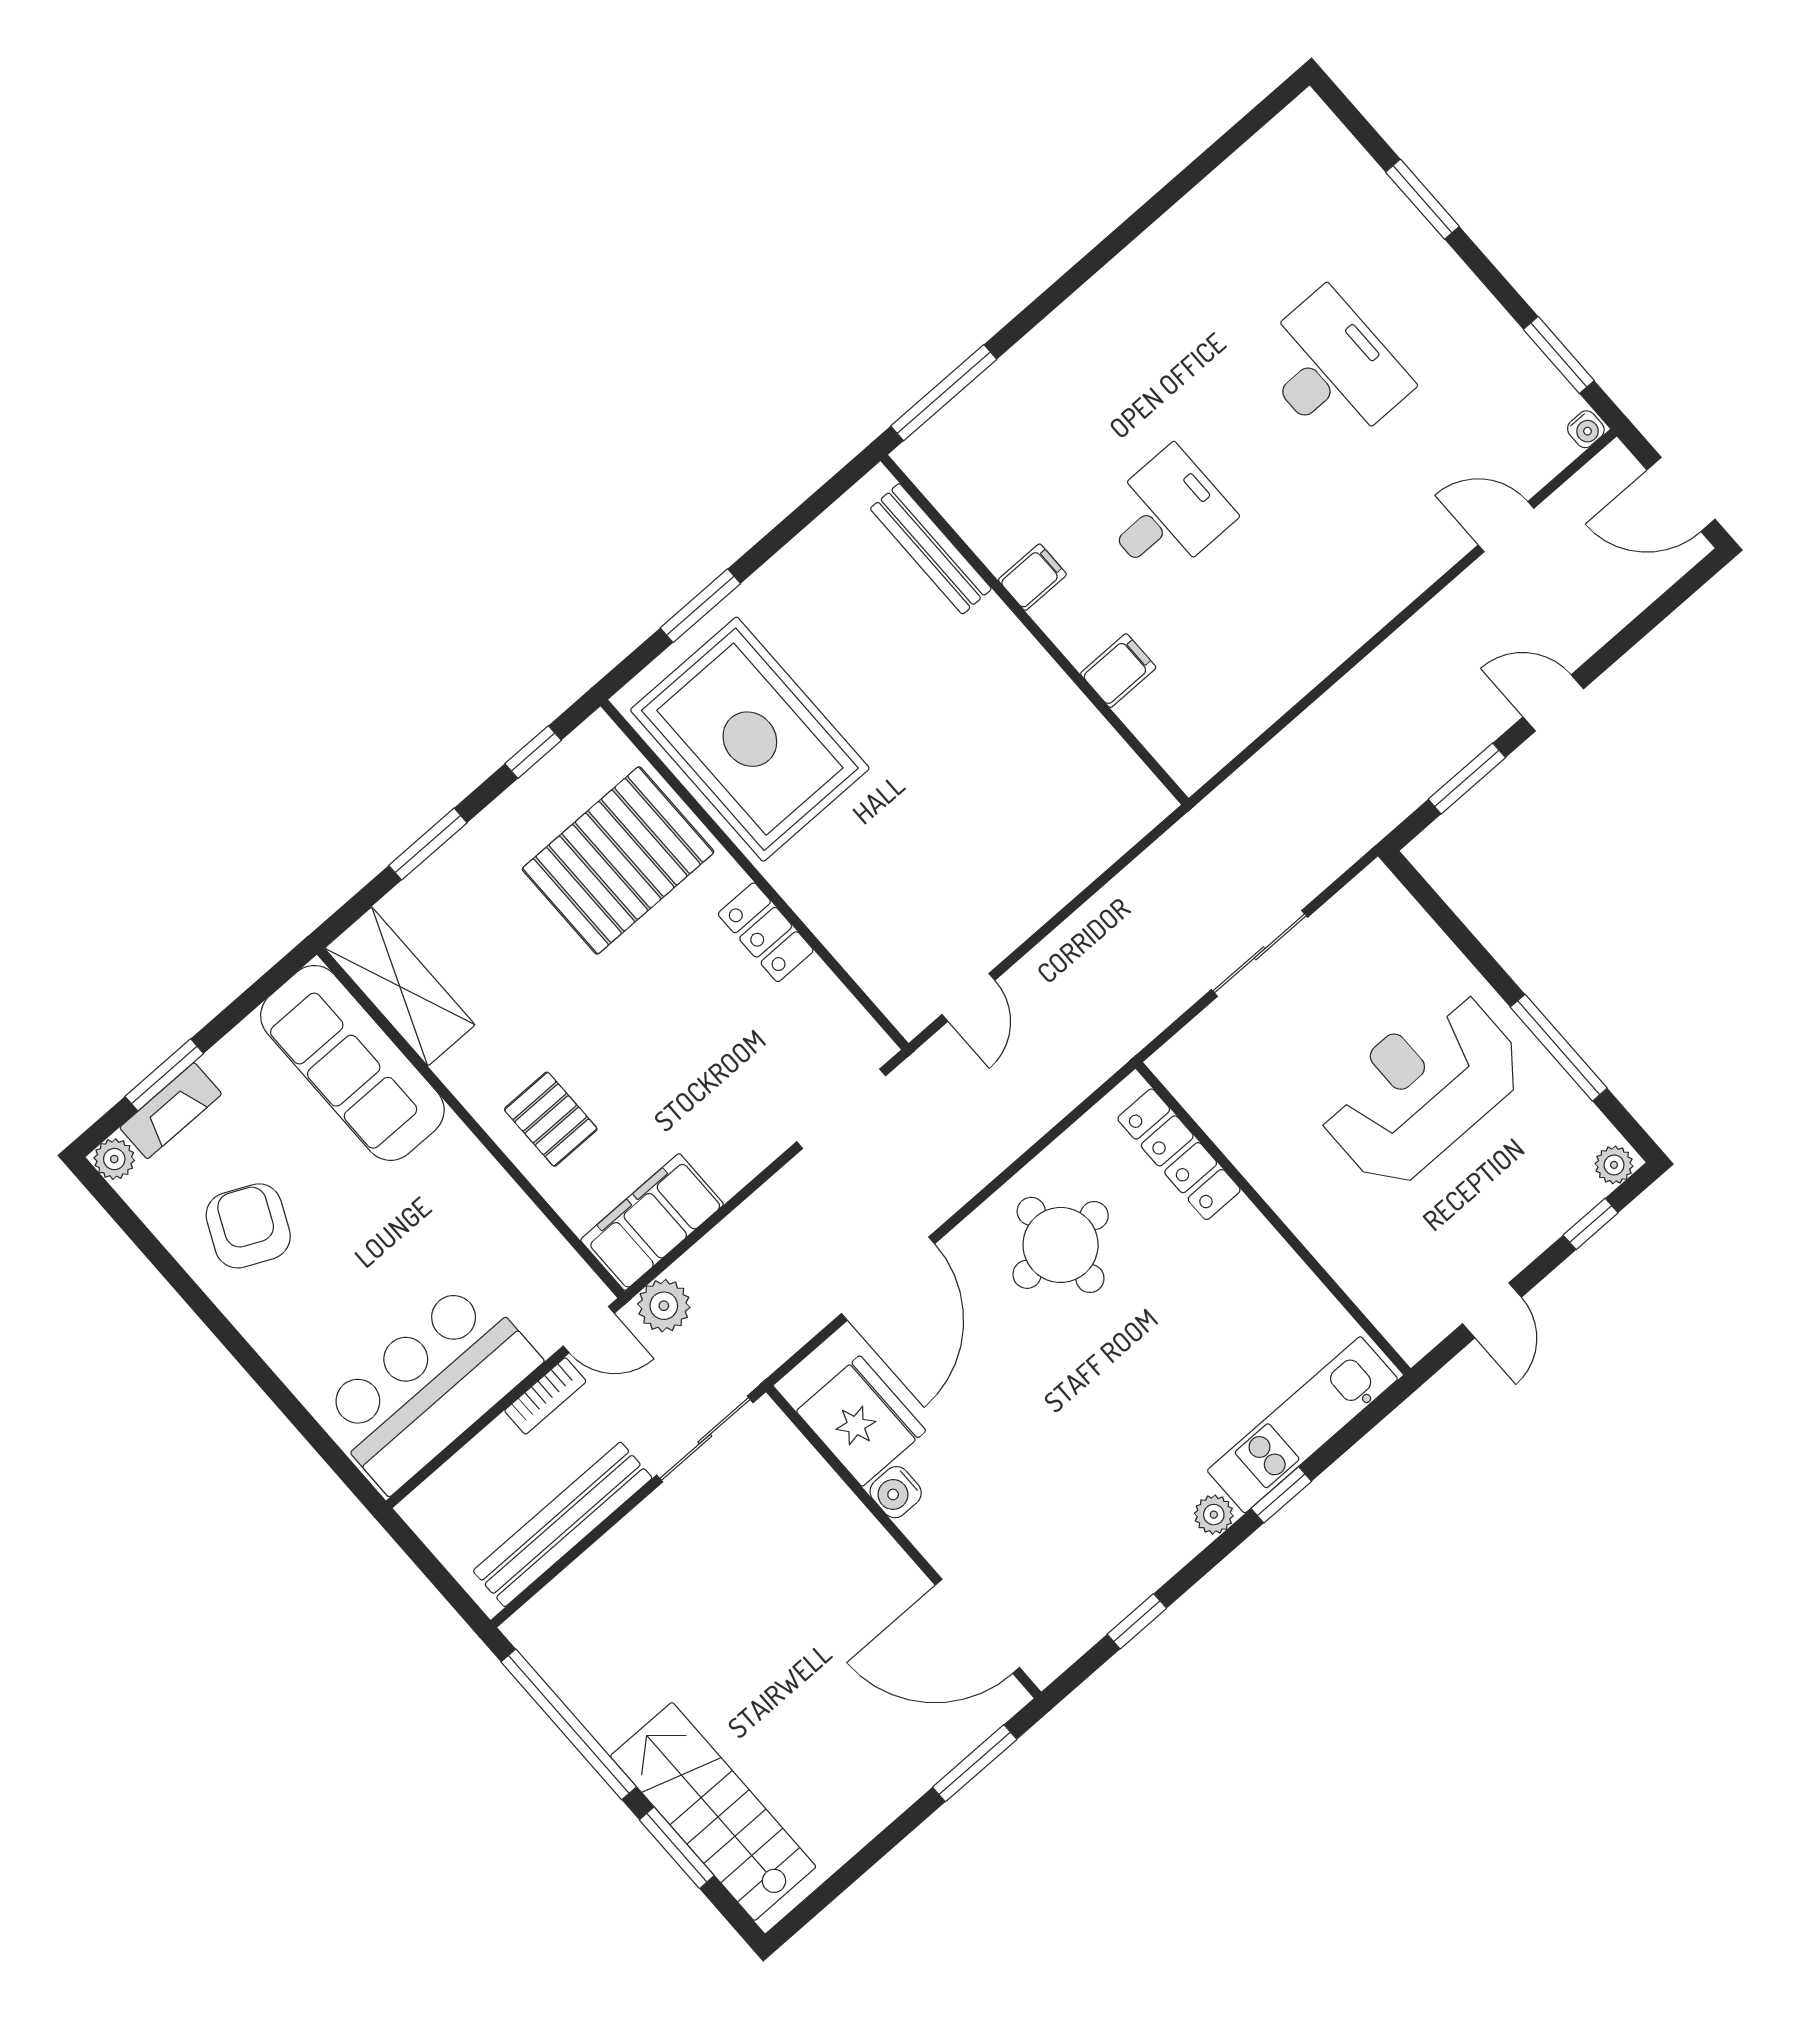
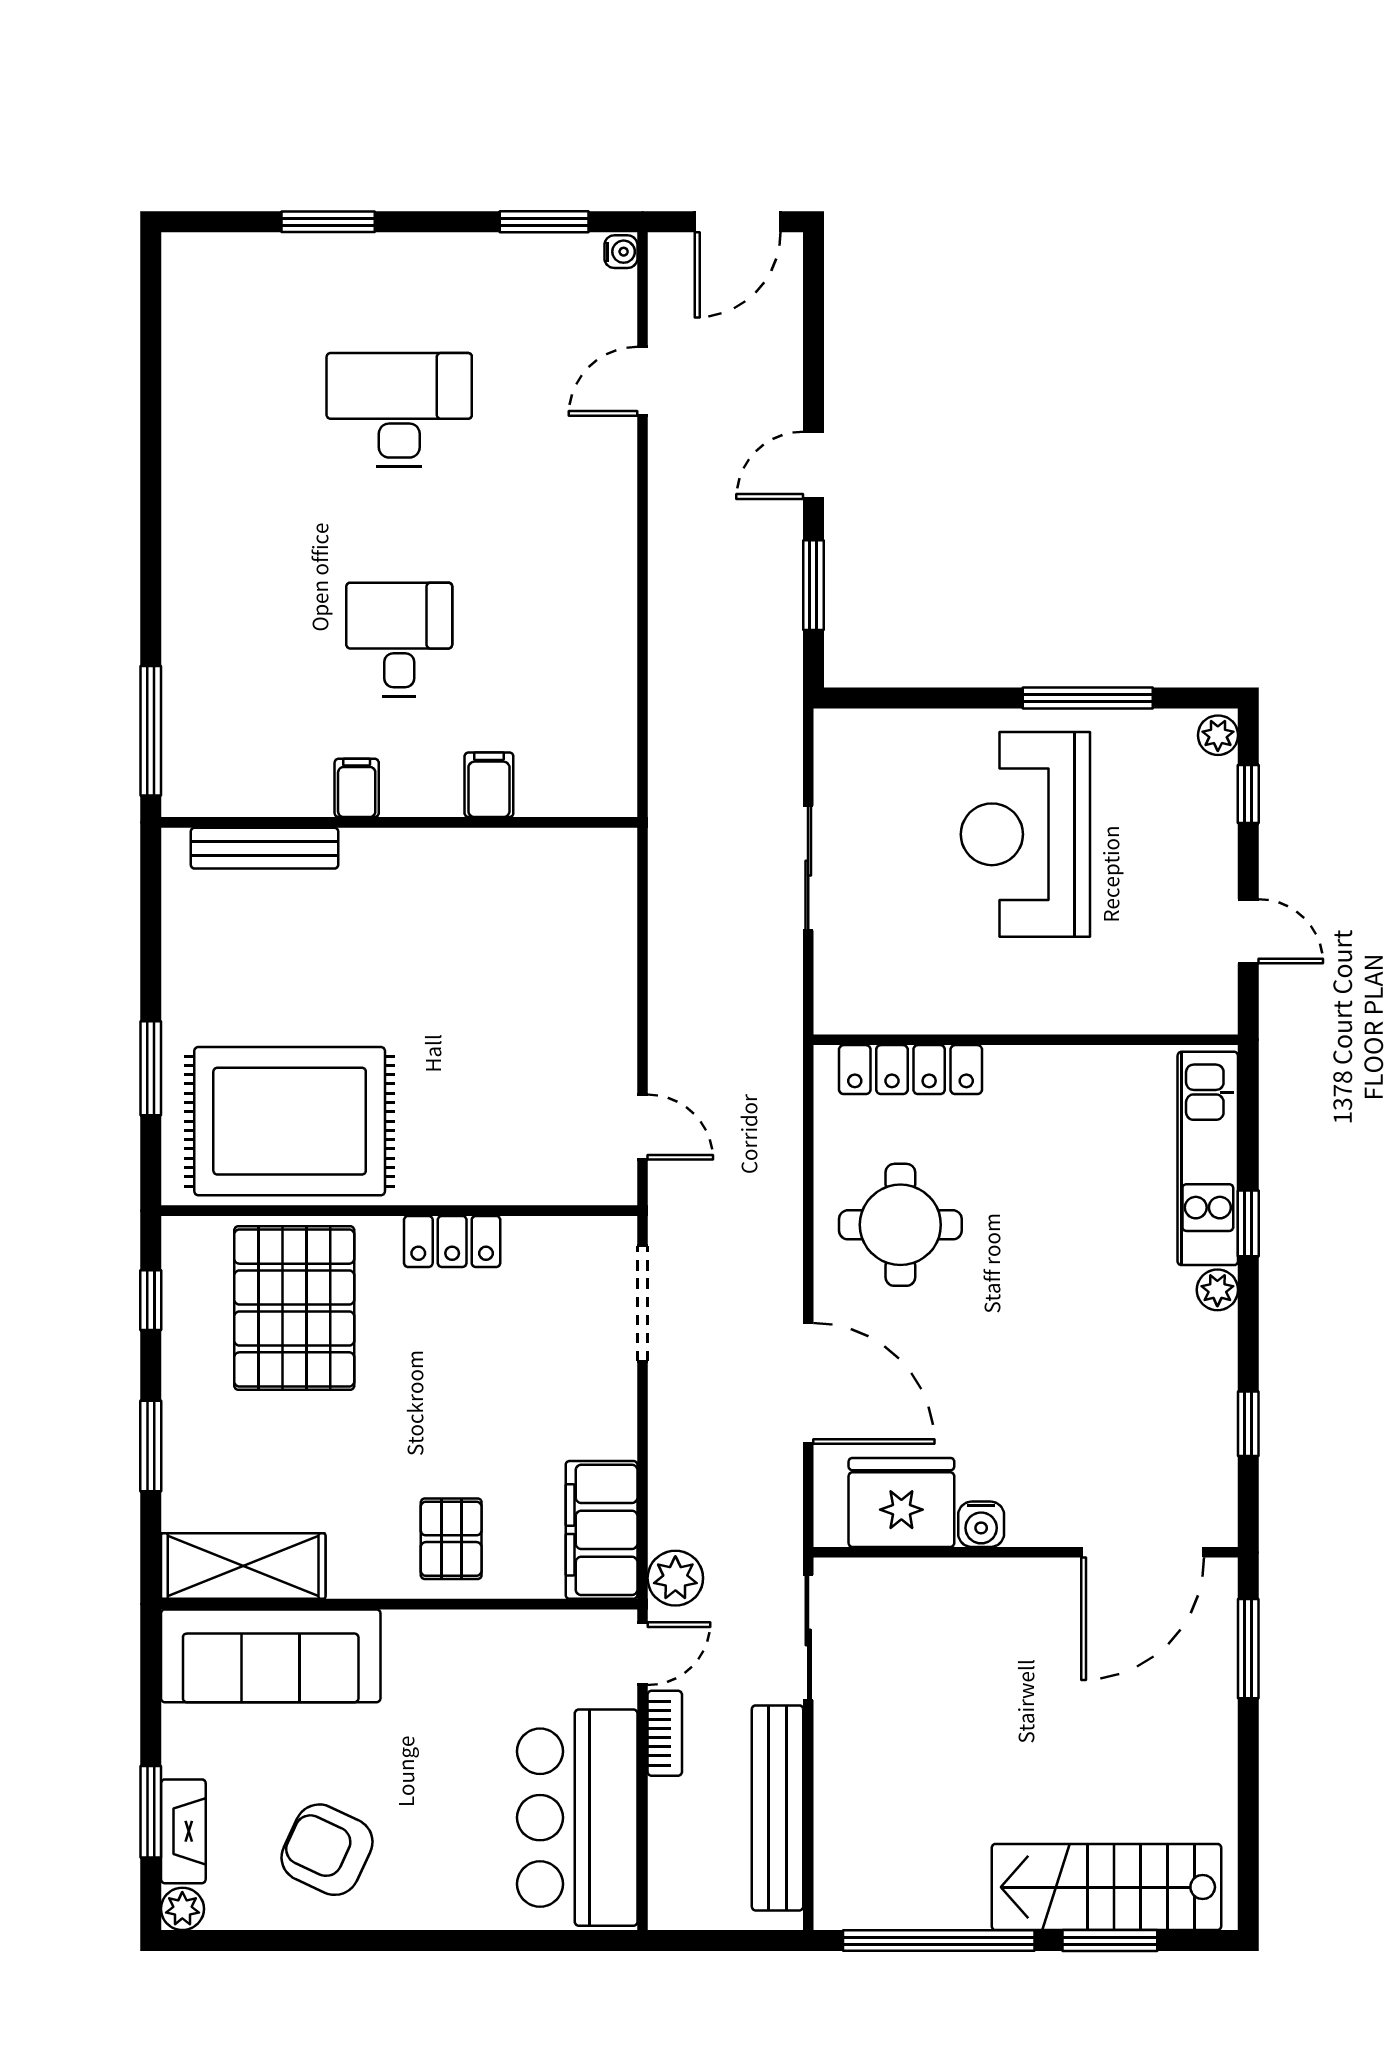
pallet: (551, 1119) -> (451, 1539), turned 90

